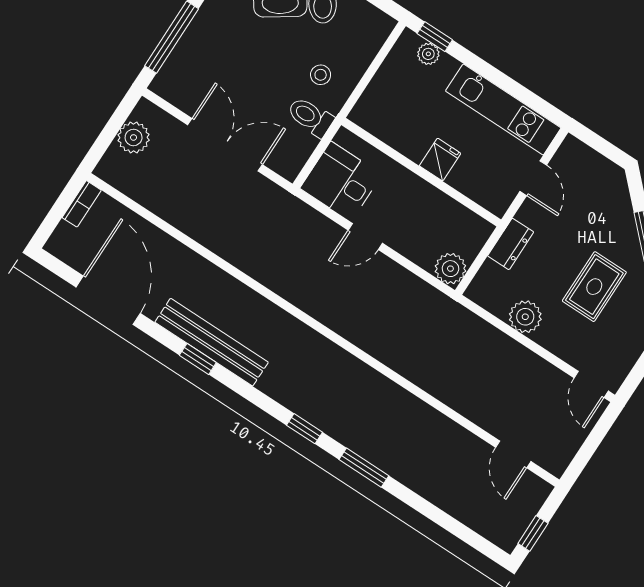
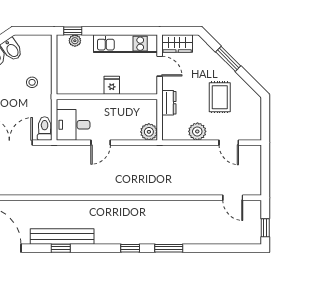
toilet: (310, 117) -> (45, 128), moved, turned 90
wardrobe: (583, 161) -> (177, 44), added
door: (591, 384) -> (229, 143), moved

